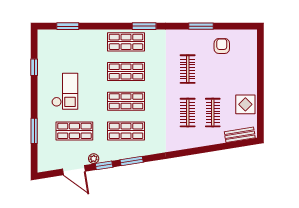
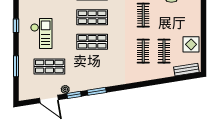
window: (34, 67) -> (16, 26), moved
shop shelf: (126, 131) -> (92, 66), removed

